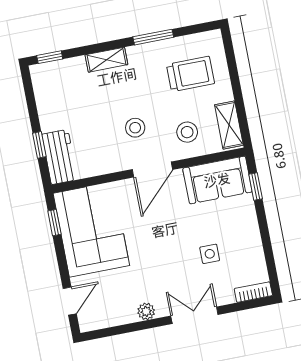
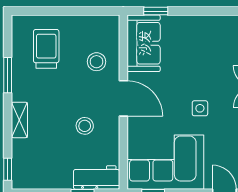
shelving: (229, 125) -> (97, 24), removed
stool: (135, 128) -> (85, 126), moved
side table: (210, 254) -> (200, 108), moved

